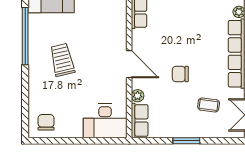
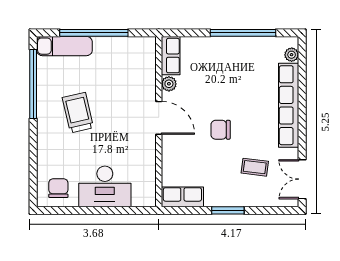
plant: (138, 96) -> (169, 84), moved
row of seats: (140, 120) -> (182, 197), moved, turned -90
desk: (105, 121) -> (105, 186), moved

